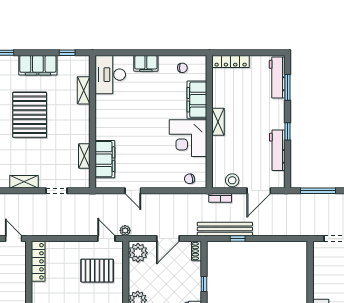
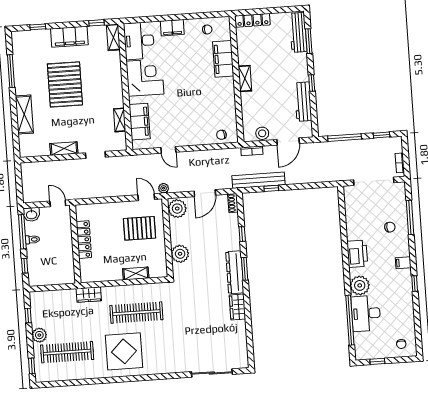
shelving: (84, 90) -> (113, 37), moved
corner desk: (188, 138) -> (145, 78), moved, turned 180
locker: (38, 261) -> (84, 240), moved

